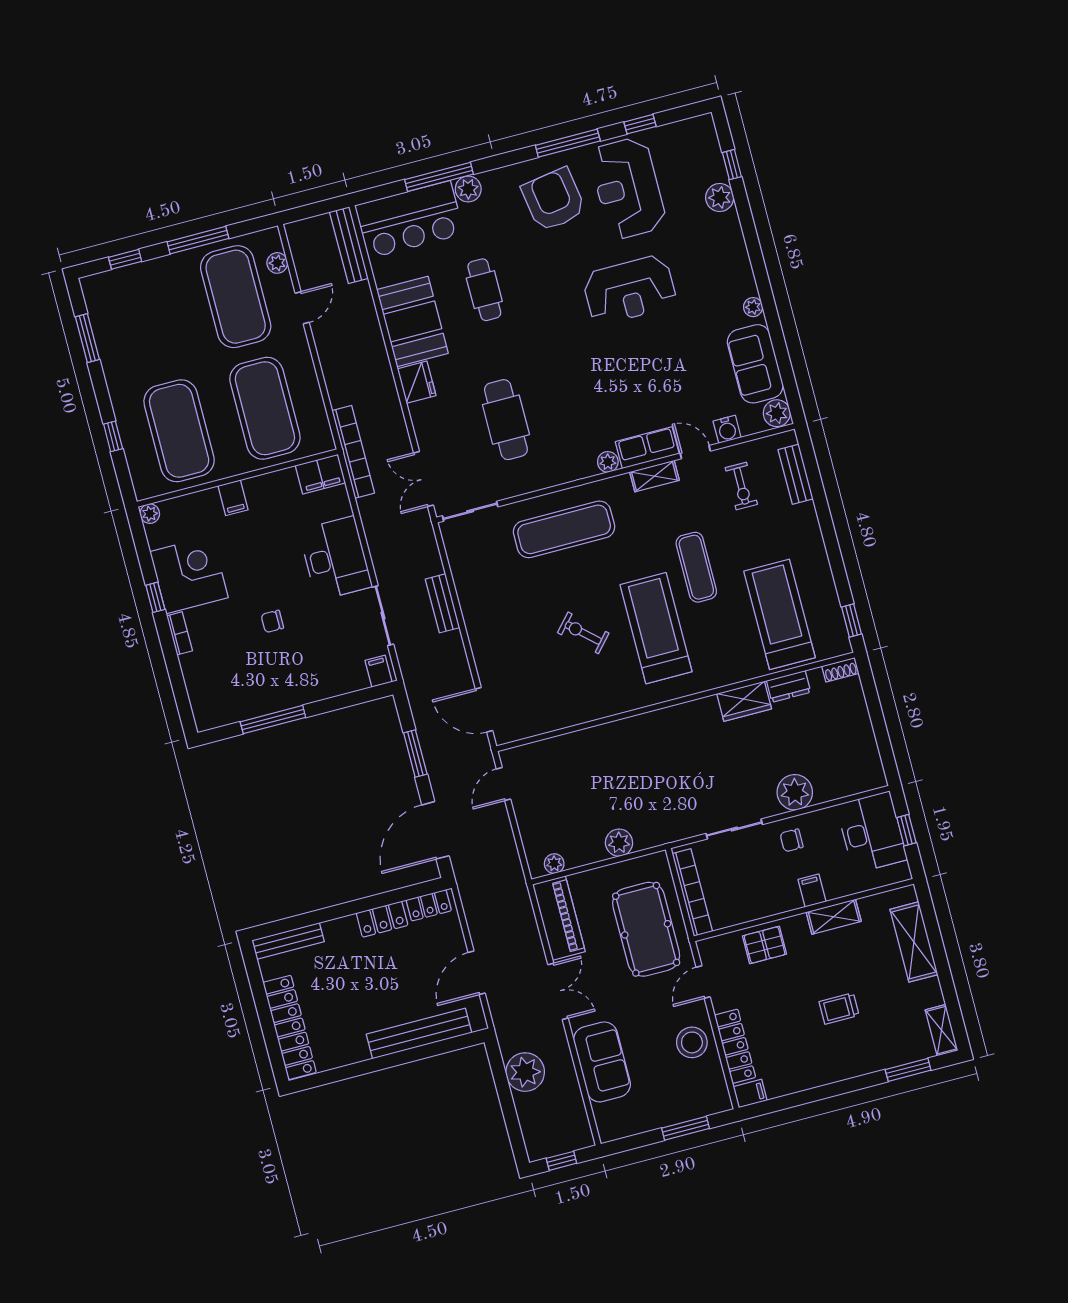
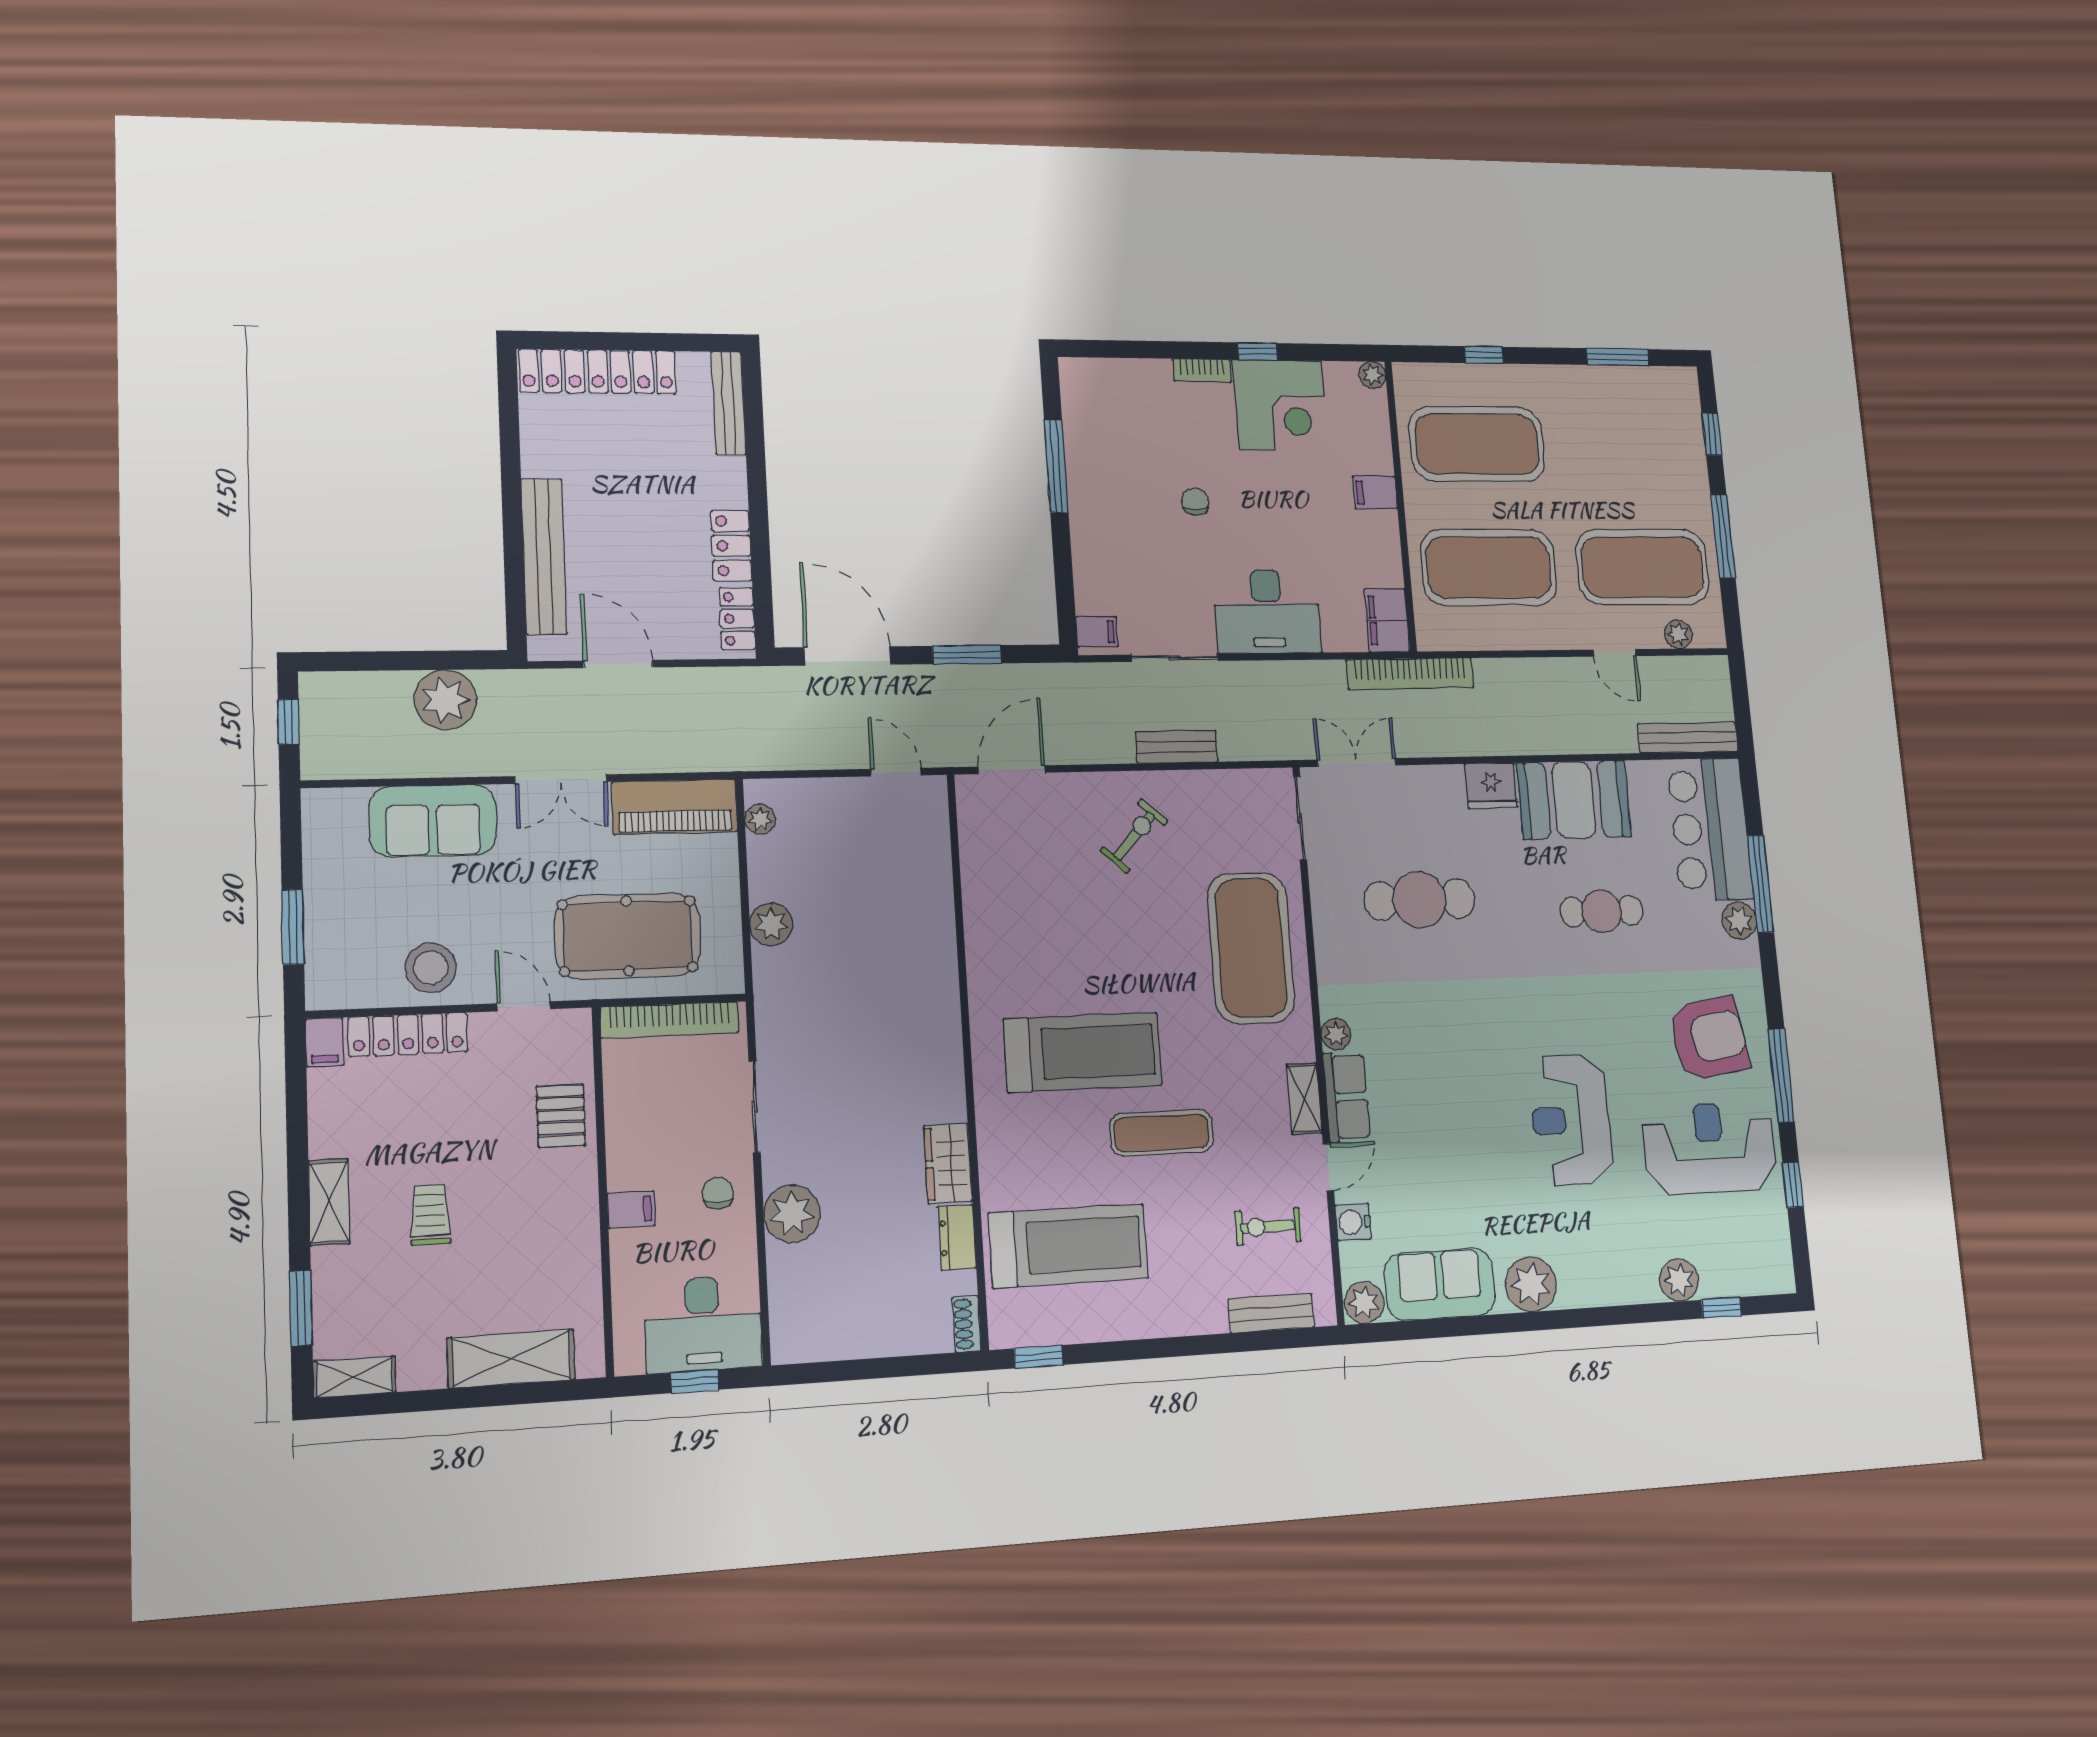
plant: (753, 307) -> (1531, 1284), width x1.88, depth x1.88
exercise mat: (564, 529) -> (1251, 948), width x1.47
exercise bike: (583, 633) -> (1134, 836), moved
shelving: (834, 917) -> (329, 1202), moved

